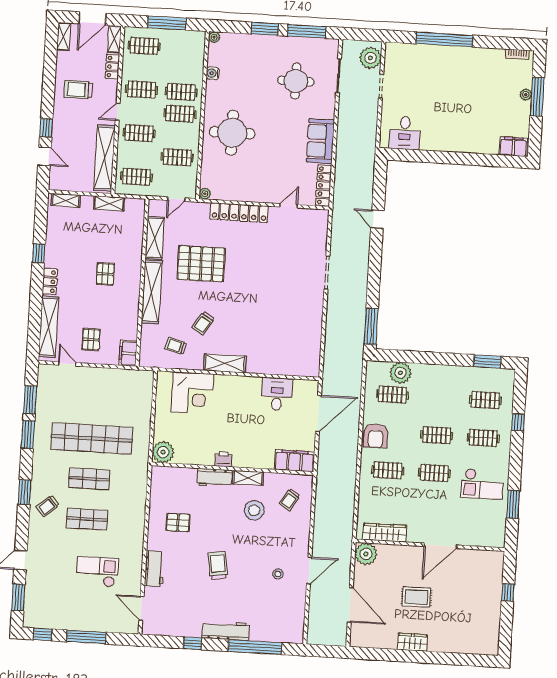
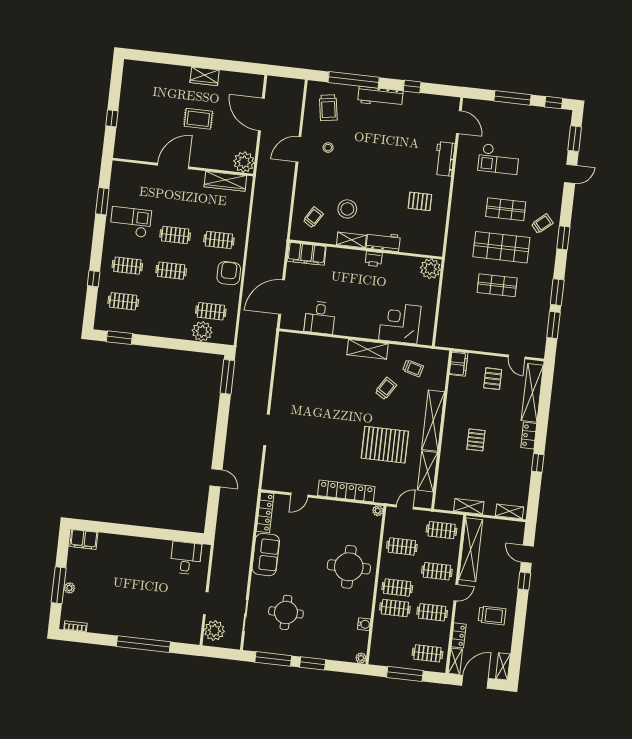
shop shelf: (92, 438) -> (497, 285), width x0.50, depth x0.74
shop shelf: (89, 479) -> (501, 247), width x1.43, depth x1.36
trolley: (218, 565) -> (328, 108), moved

